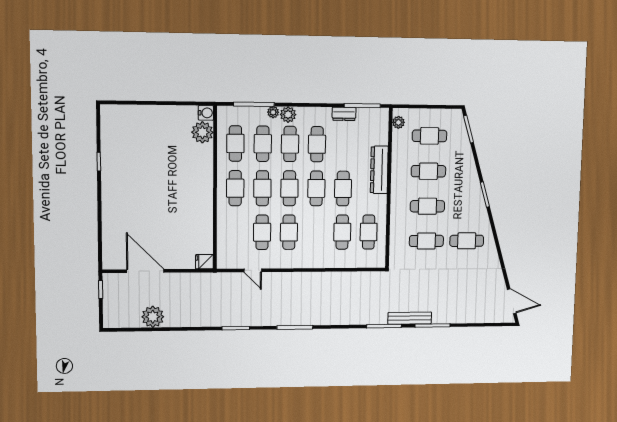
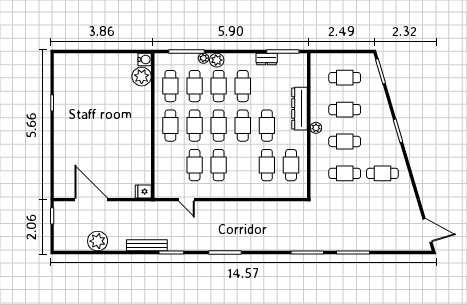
plant: (398, 122) -> (316, 128), moved
bench: (410, 318) -> (147, 245), moved

